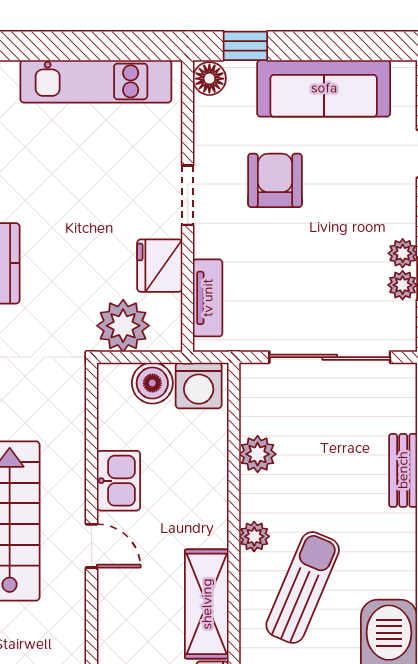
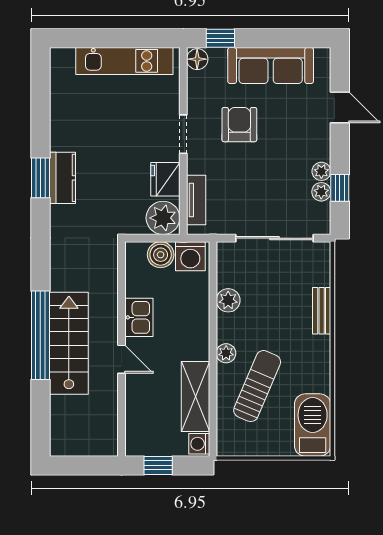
plant: (123, 326) -> (163, 218), moved

